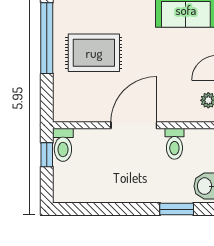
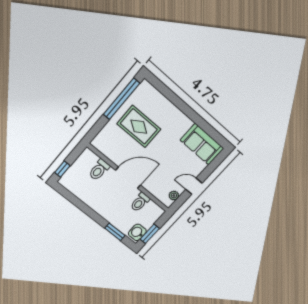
toilet: (63, 145) -> (99, 170), moved
window: (47, 155) -> (62, 169), moved

